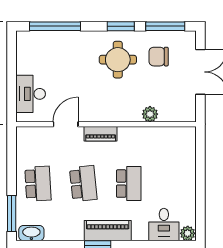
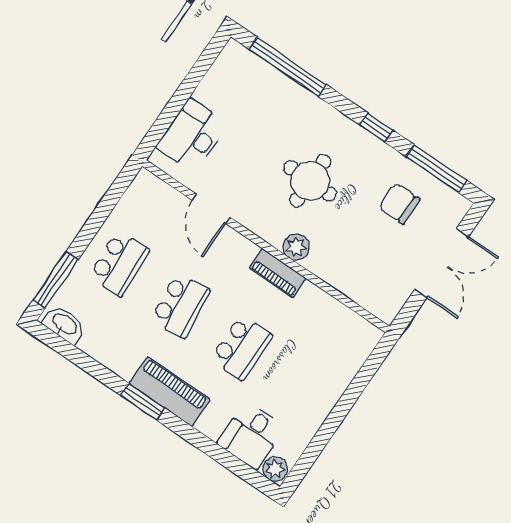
window: (121, 26) -> (376, 128), width x0.67
round table: (118, 60) -> (310, 181), moved
plant: (150, 114) -> (296, 247), moved
door: (66, 124) -> (211, 209), swing flipped
piano: (101, 134) -> (278, 273), moved

